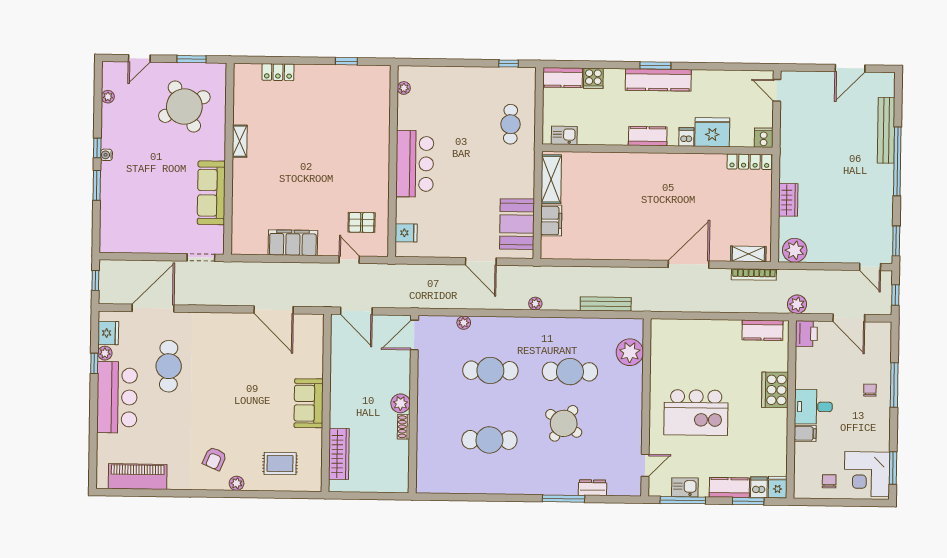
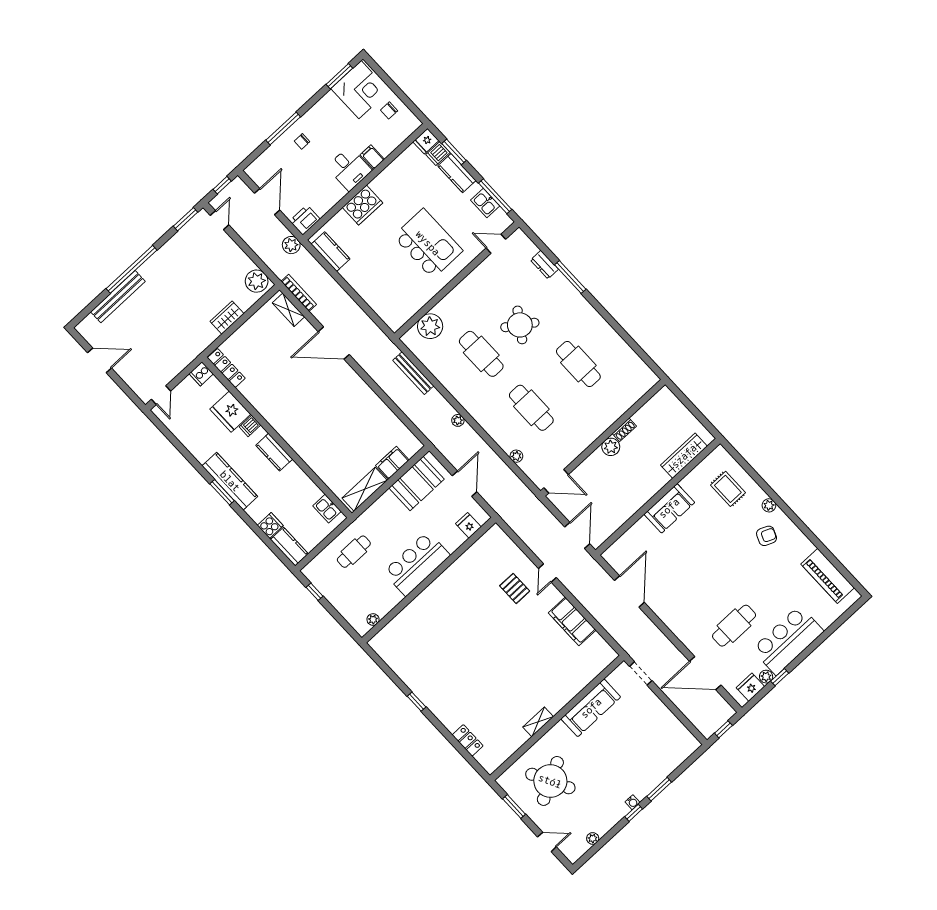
plant: (404, 88) -> (373, 620), moved
wall: (393, 161) -> (429, 580), moved
bar counter: (415, 164) -> (417, 564), moved
fridge: (406, 233) -> (468, 525), moved

